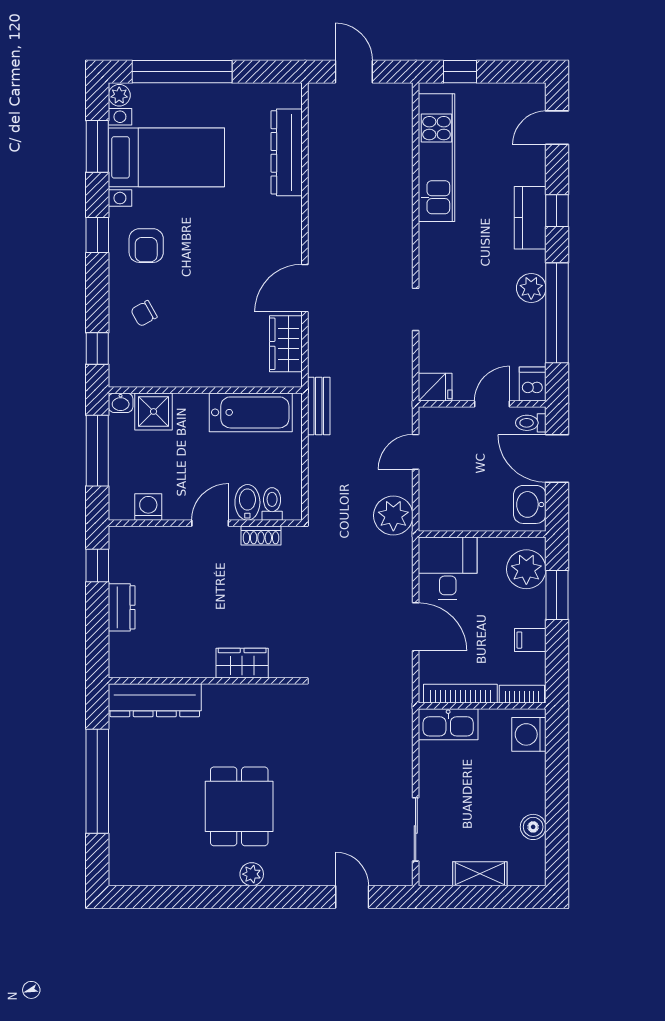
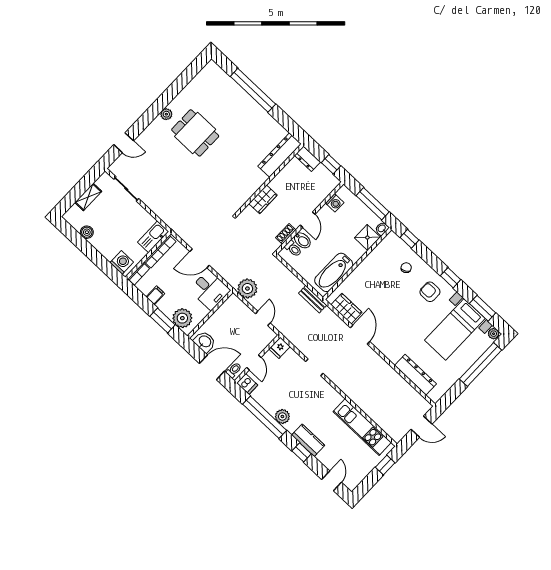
wardrobe: (242, 663) -> (263, 199), moved
wall: (205, 681) -> (269, 180), moved
dresser: (155, 700) -> (280, 155), moved

